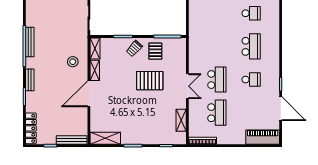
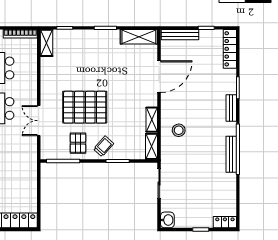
pallet: (150, 81) -> (85, 107), width x1.37, depth x1.41
double door: (187, 86) -> (39, 121), moved
door: (89, 94) -> (159, 77), moved
shelving: (181, 120) -> (46, 43), moved

